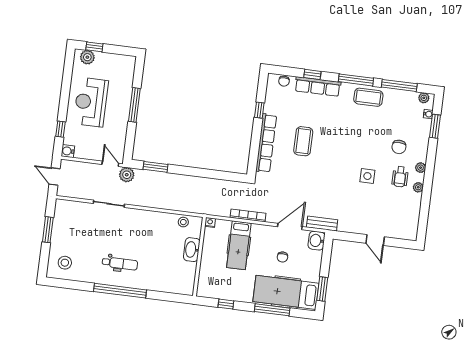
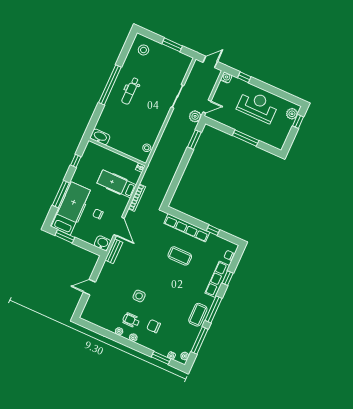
washbasin: (192, 250) -> (100, 137), moved

